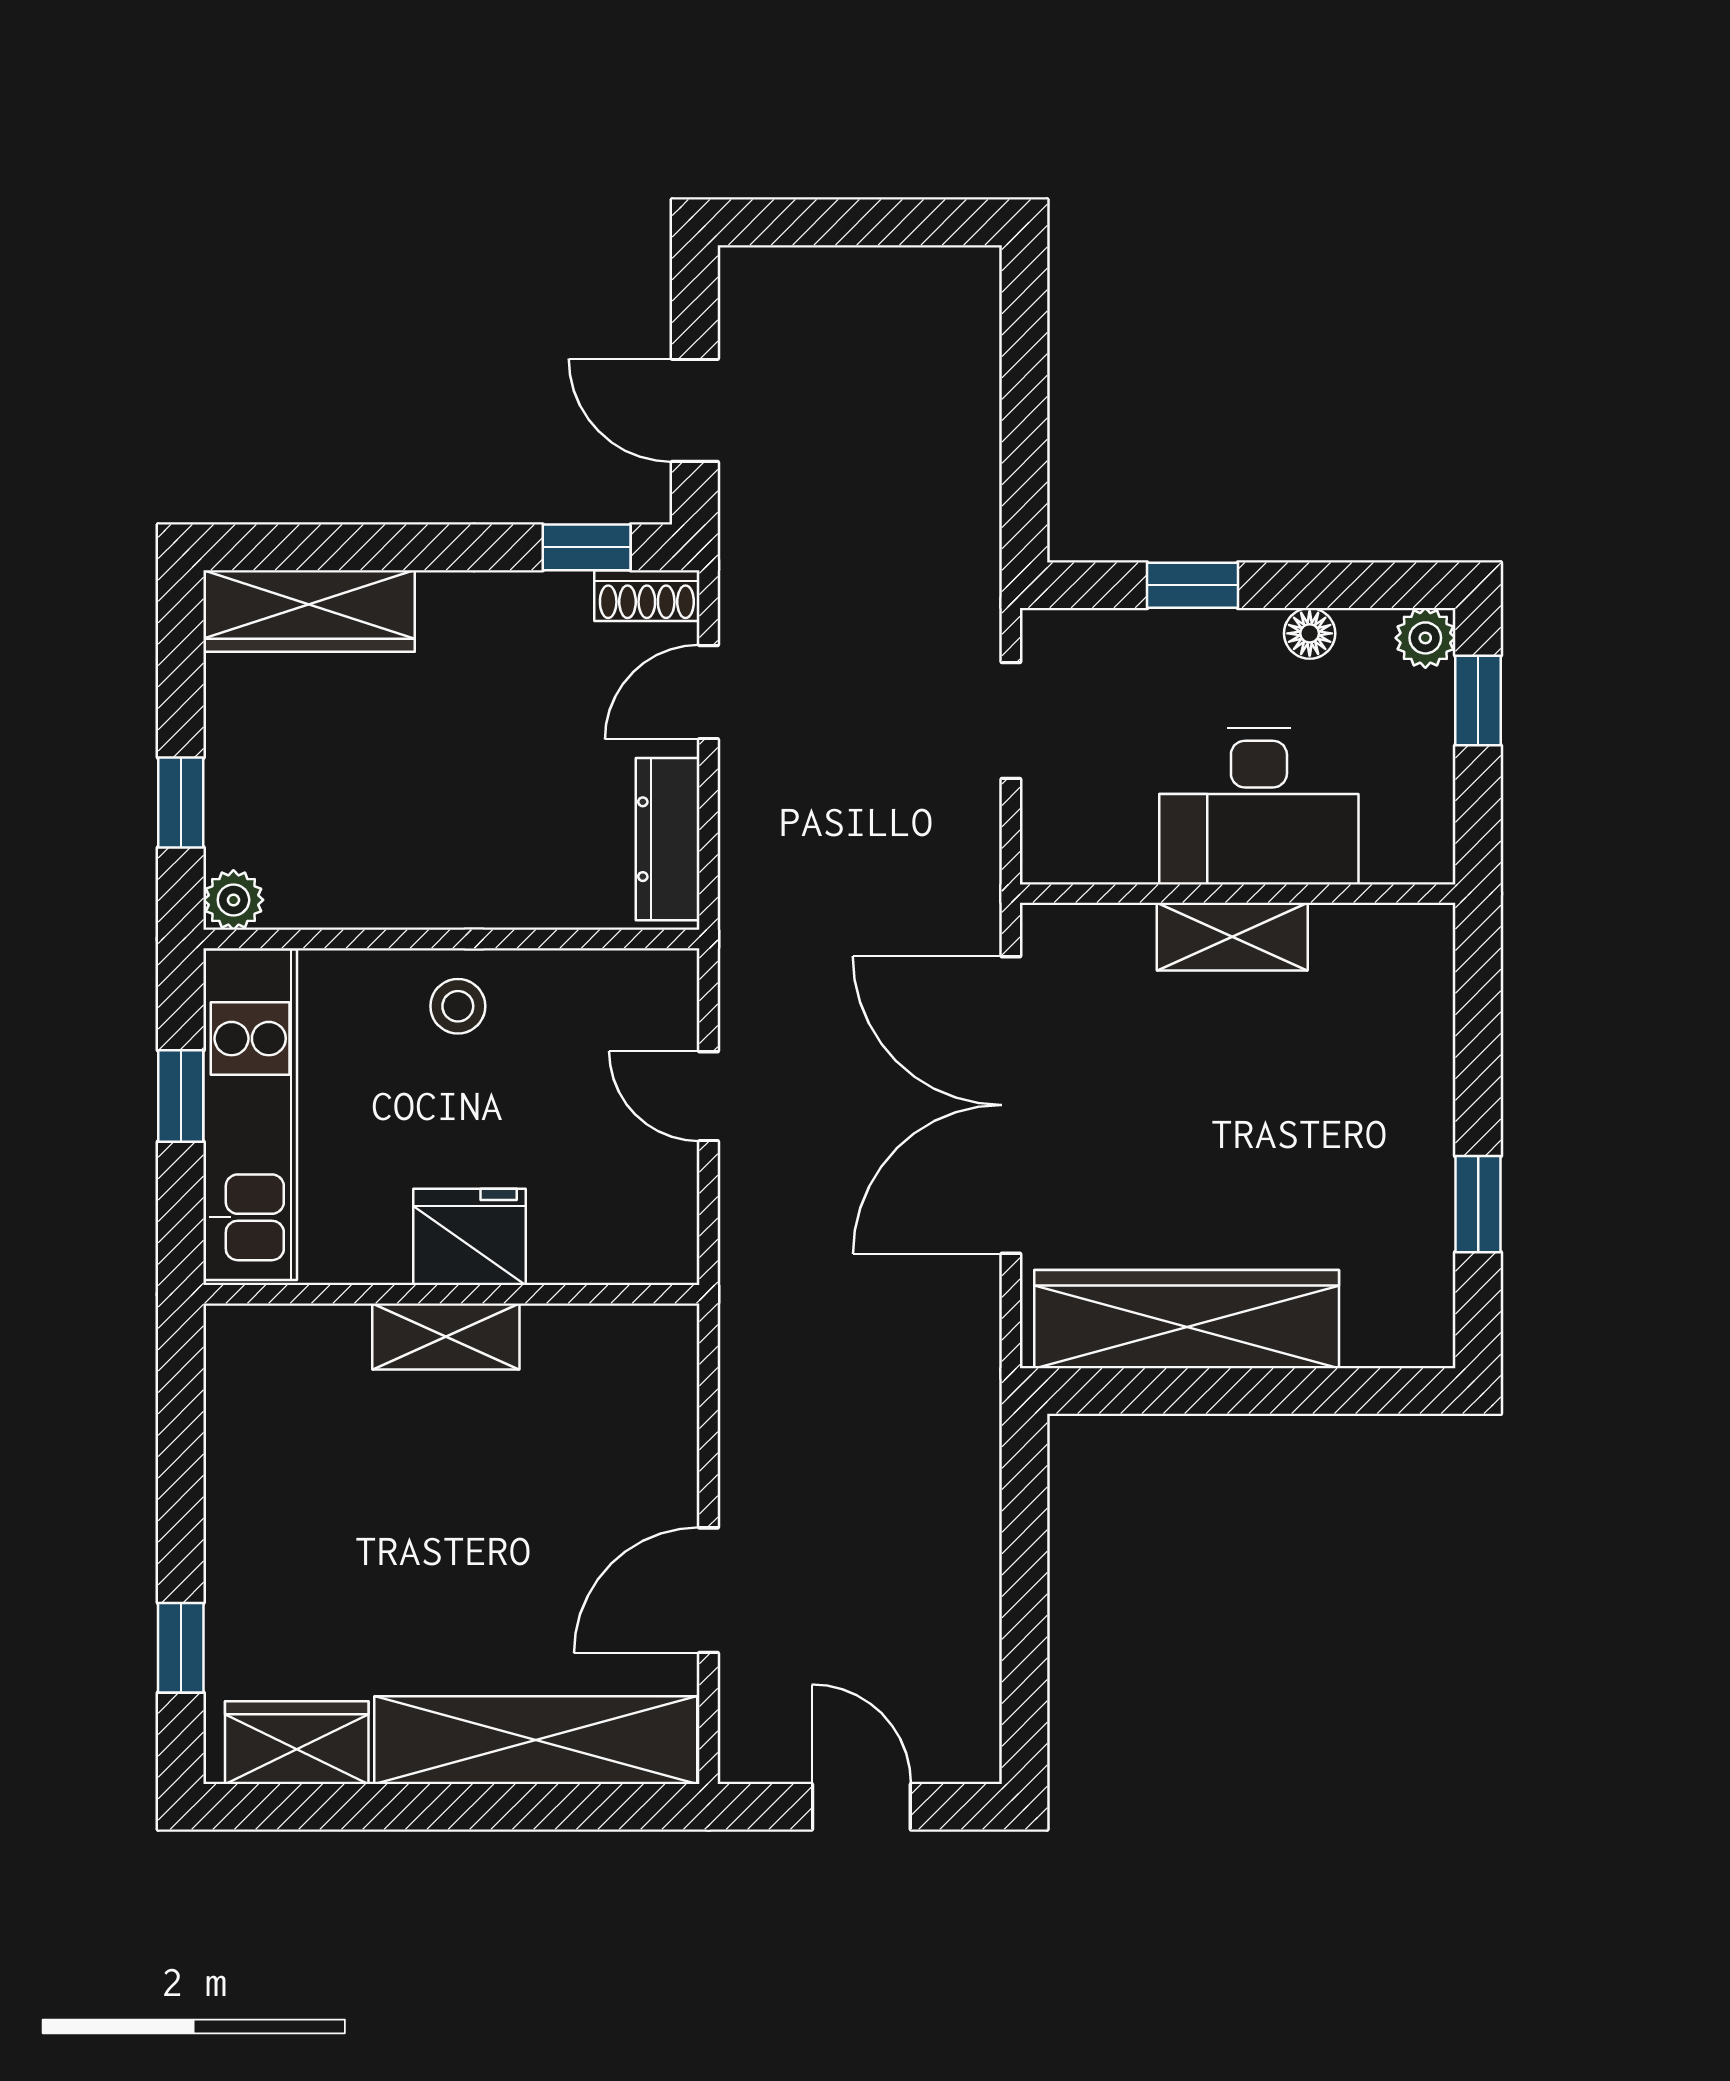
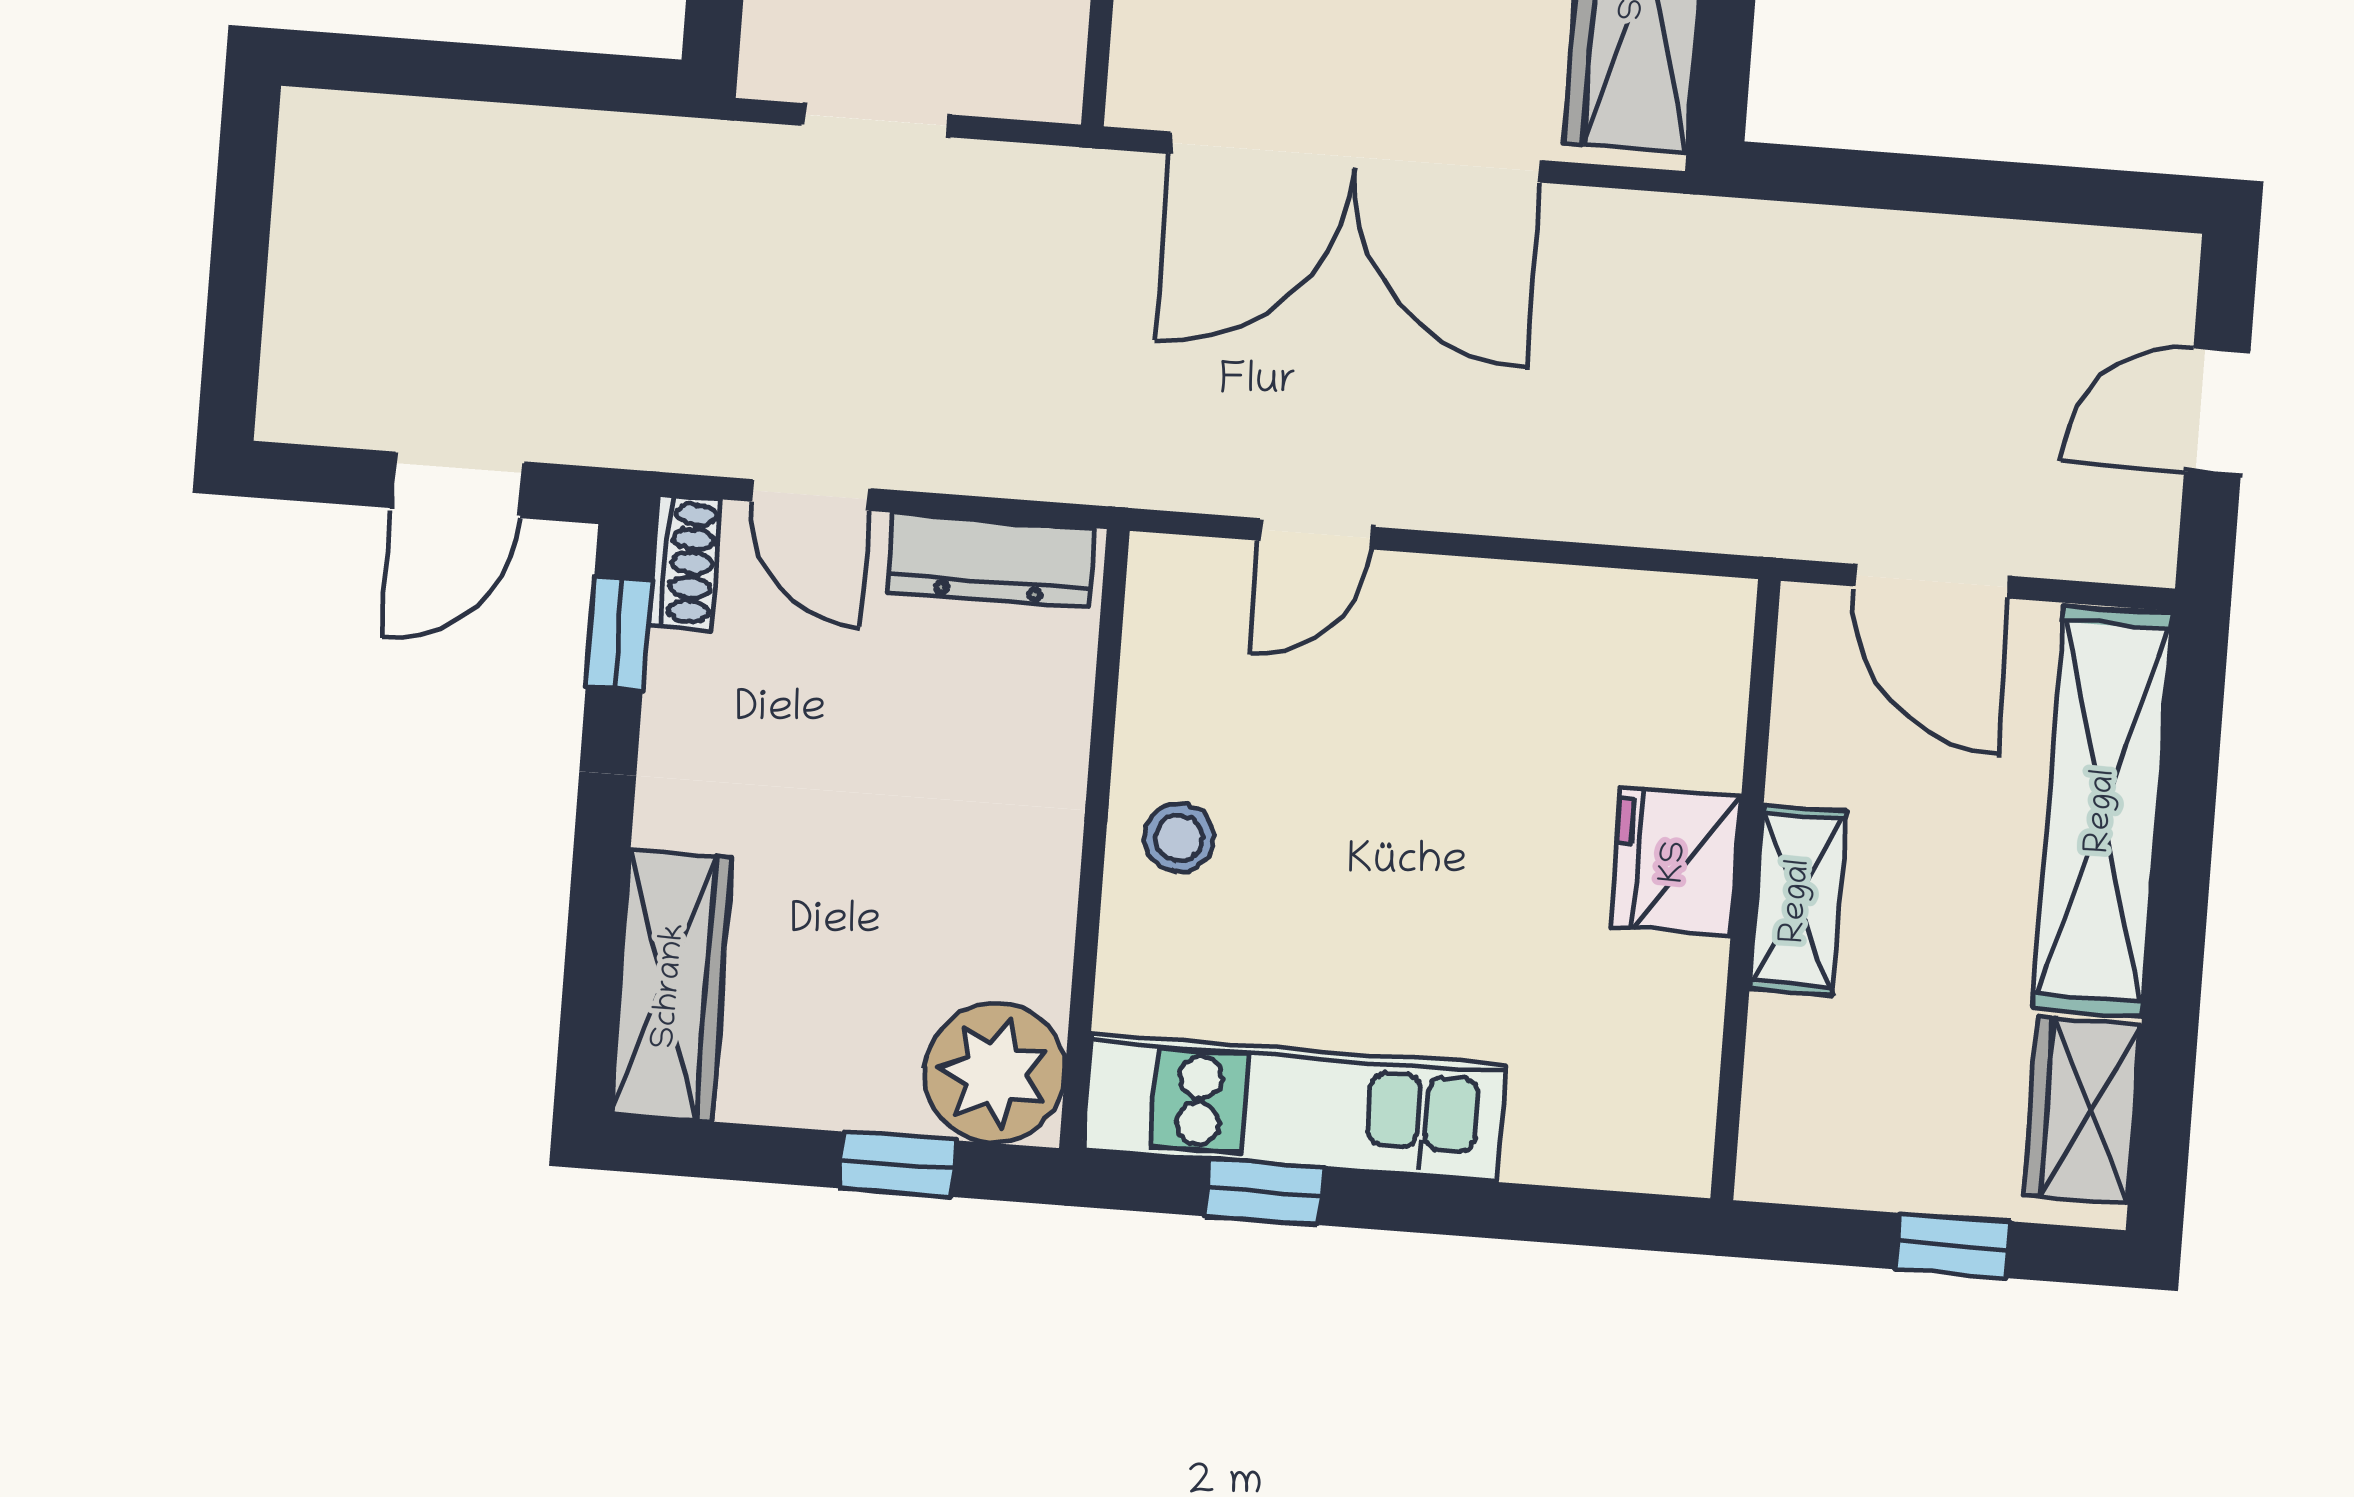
plant: (233, 900) -> (995, 1073), width x1.88, depth x1.88
fridge: (470, 1237) -> (1676, 862), moved
wall: (451, 1294) -> (1746, 890), moved
shelving: (446, 1336) -> (1798, 901), moved

